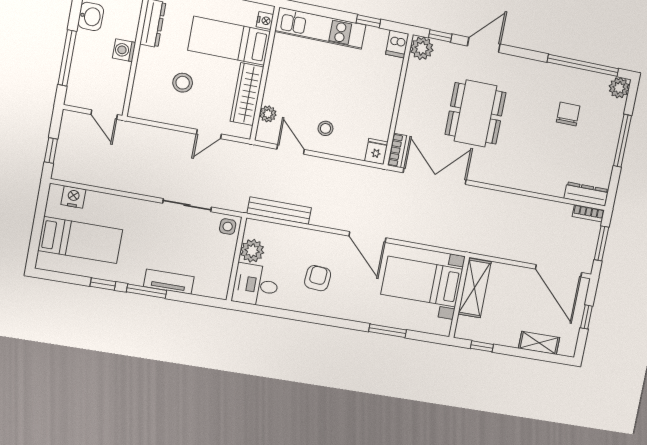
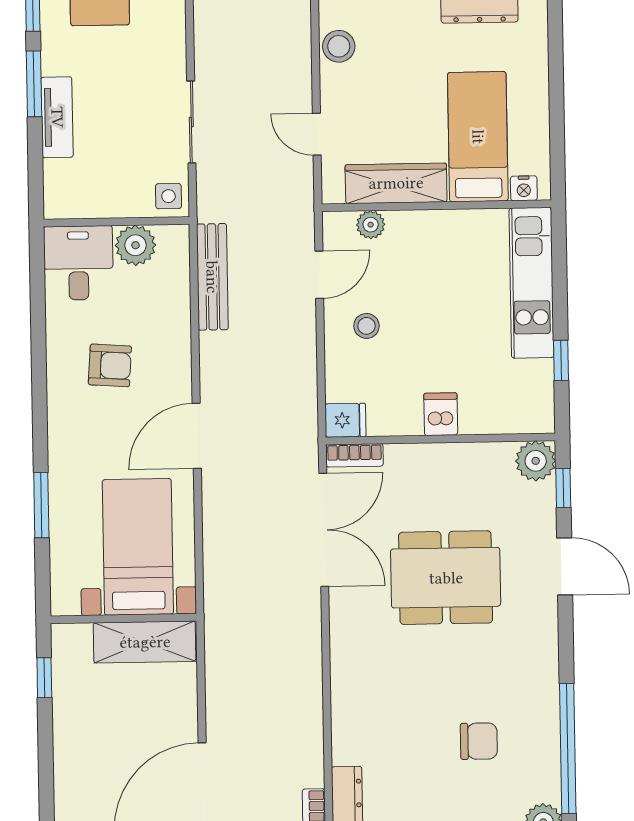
dishwasher: (397, 44) -> (441, 414), moved, turned 90
stool: (183, 83) -> (339, 46), moved
shelving: (539, 343) -> (69, 779), removed

